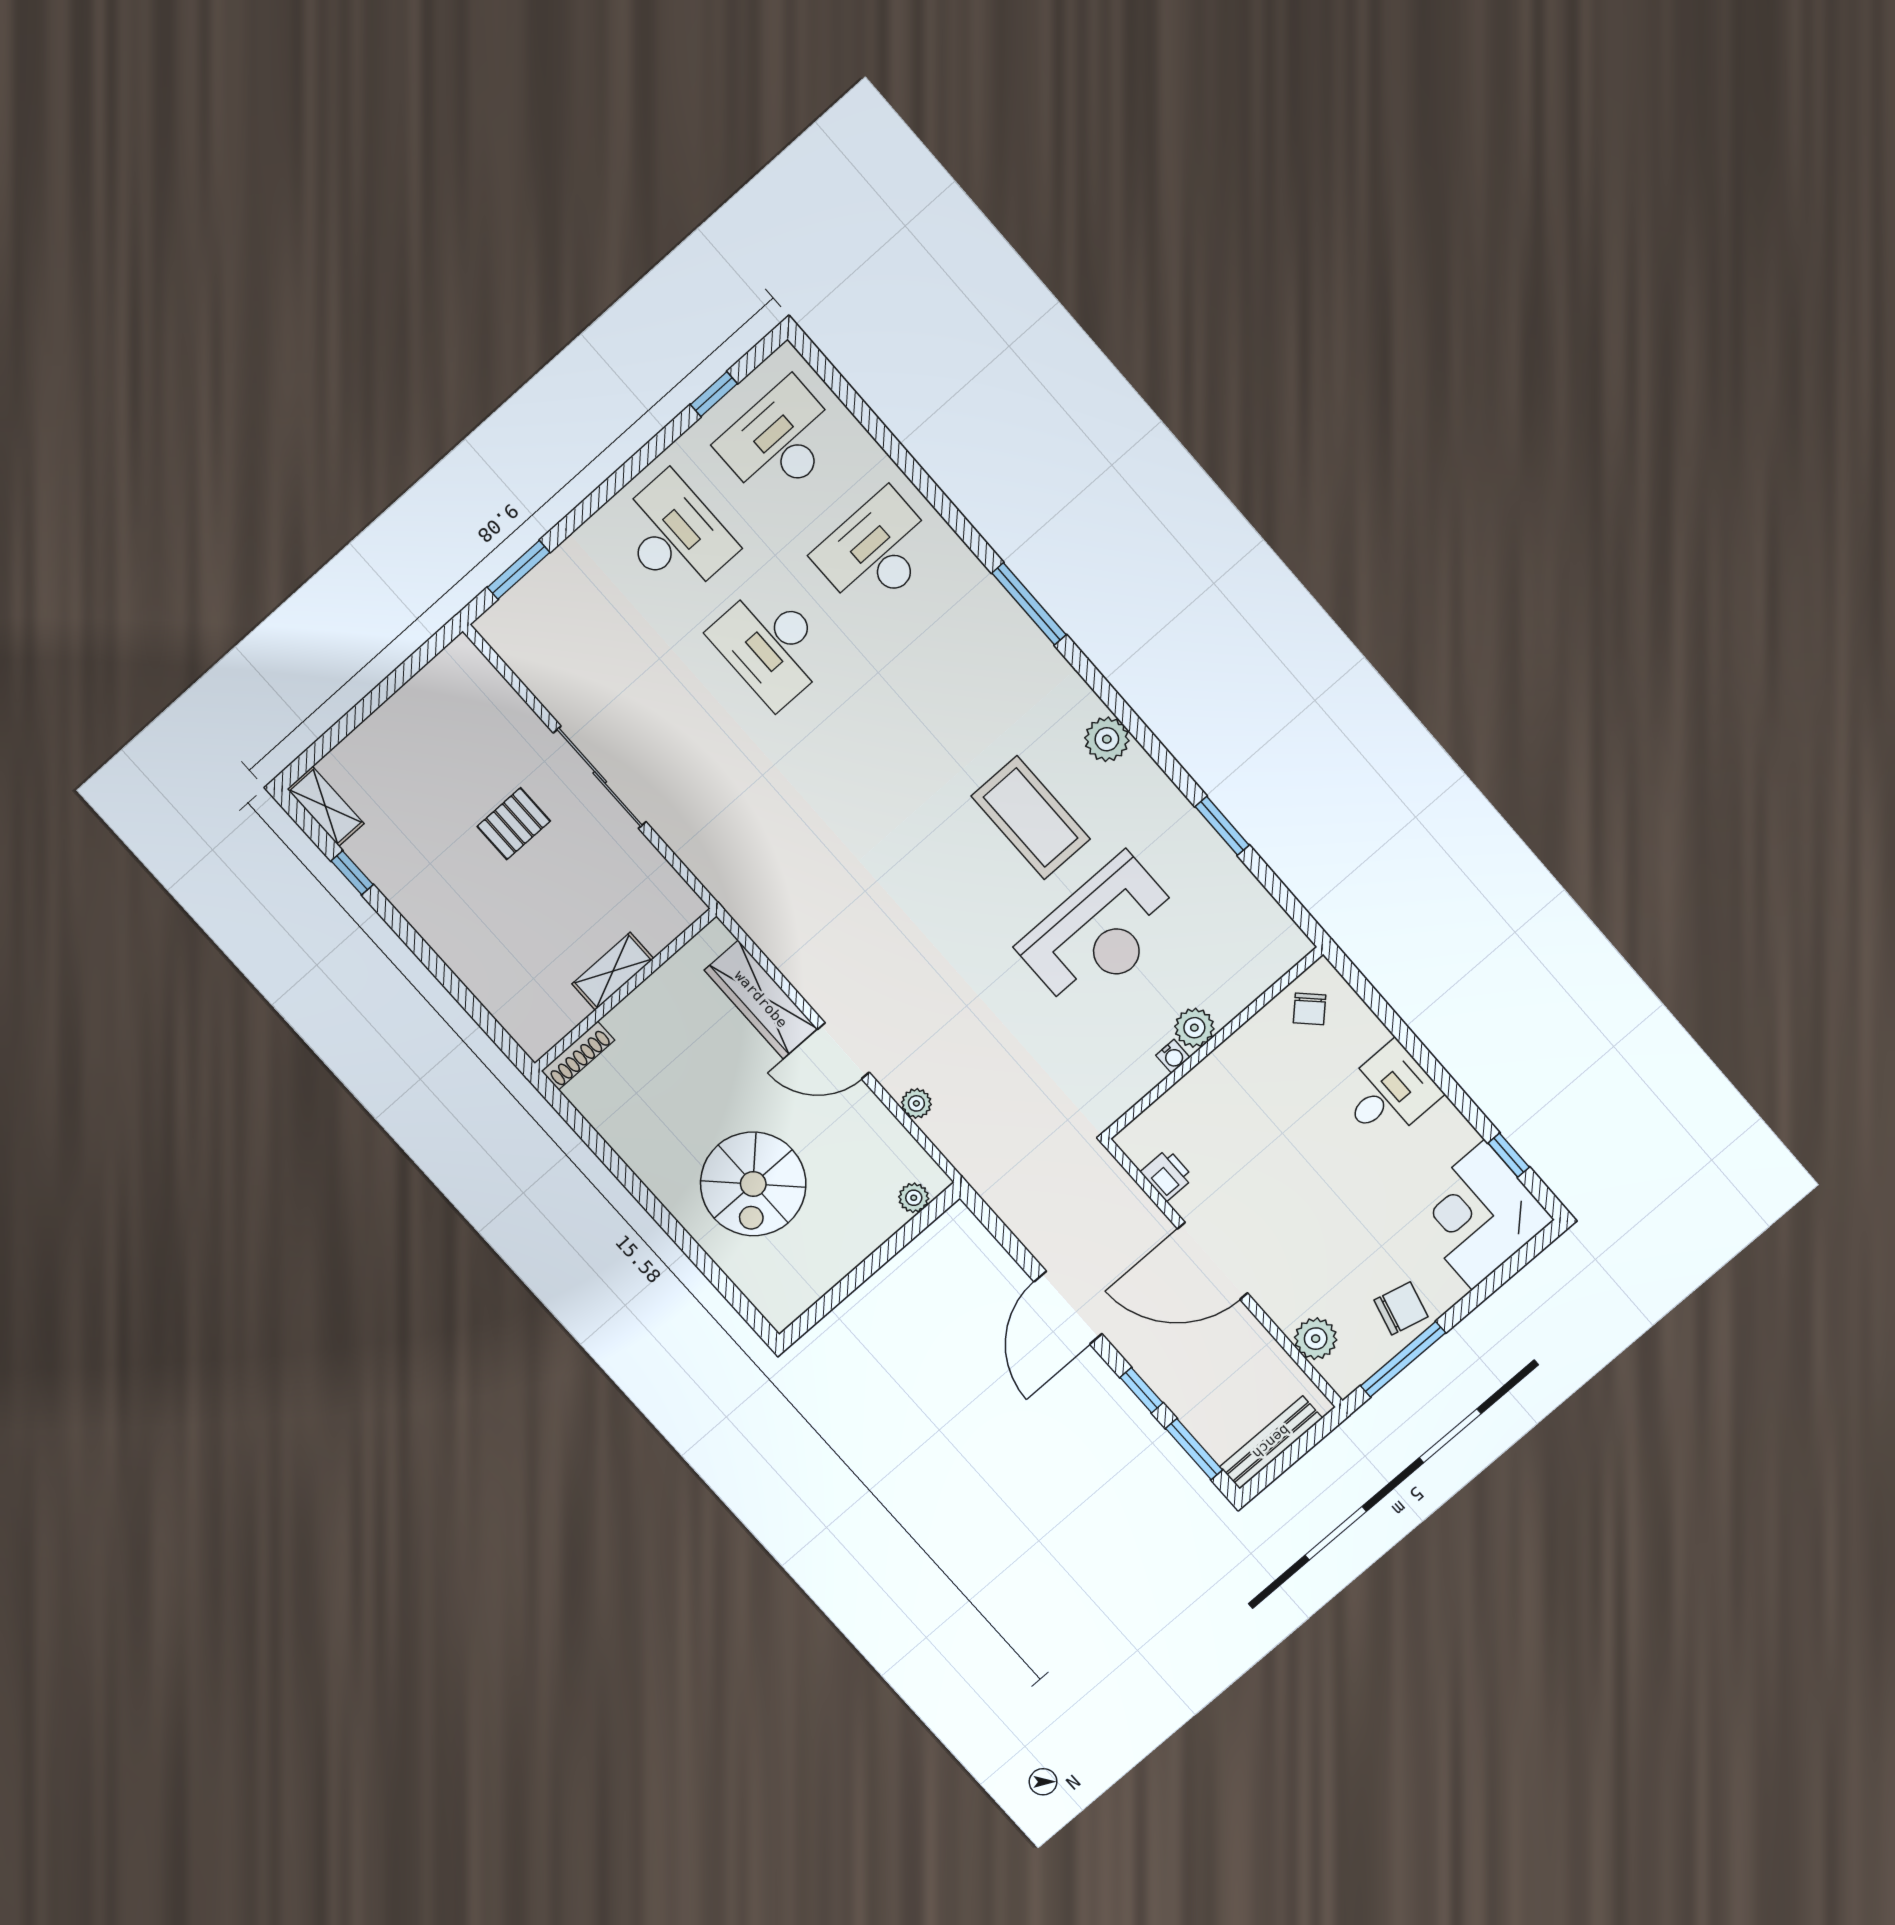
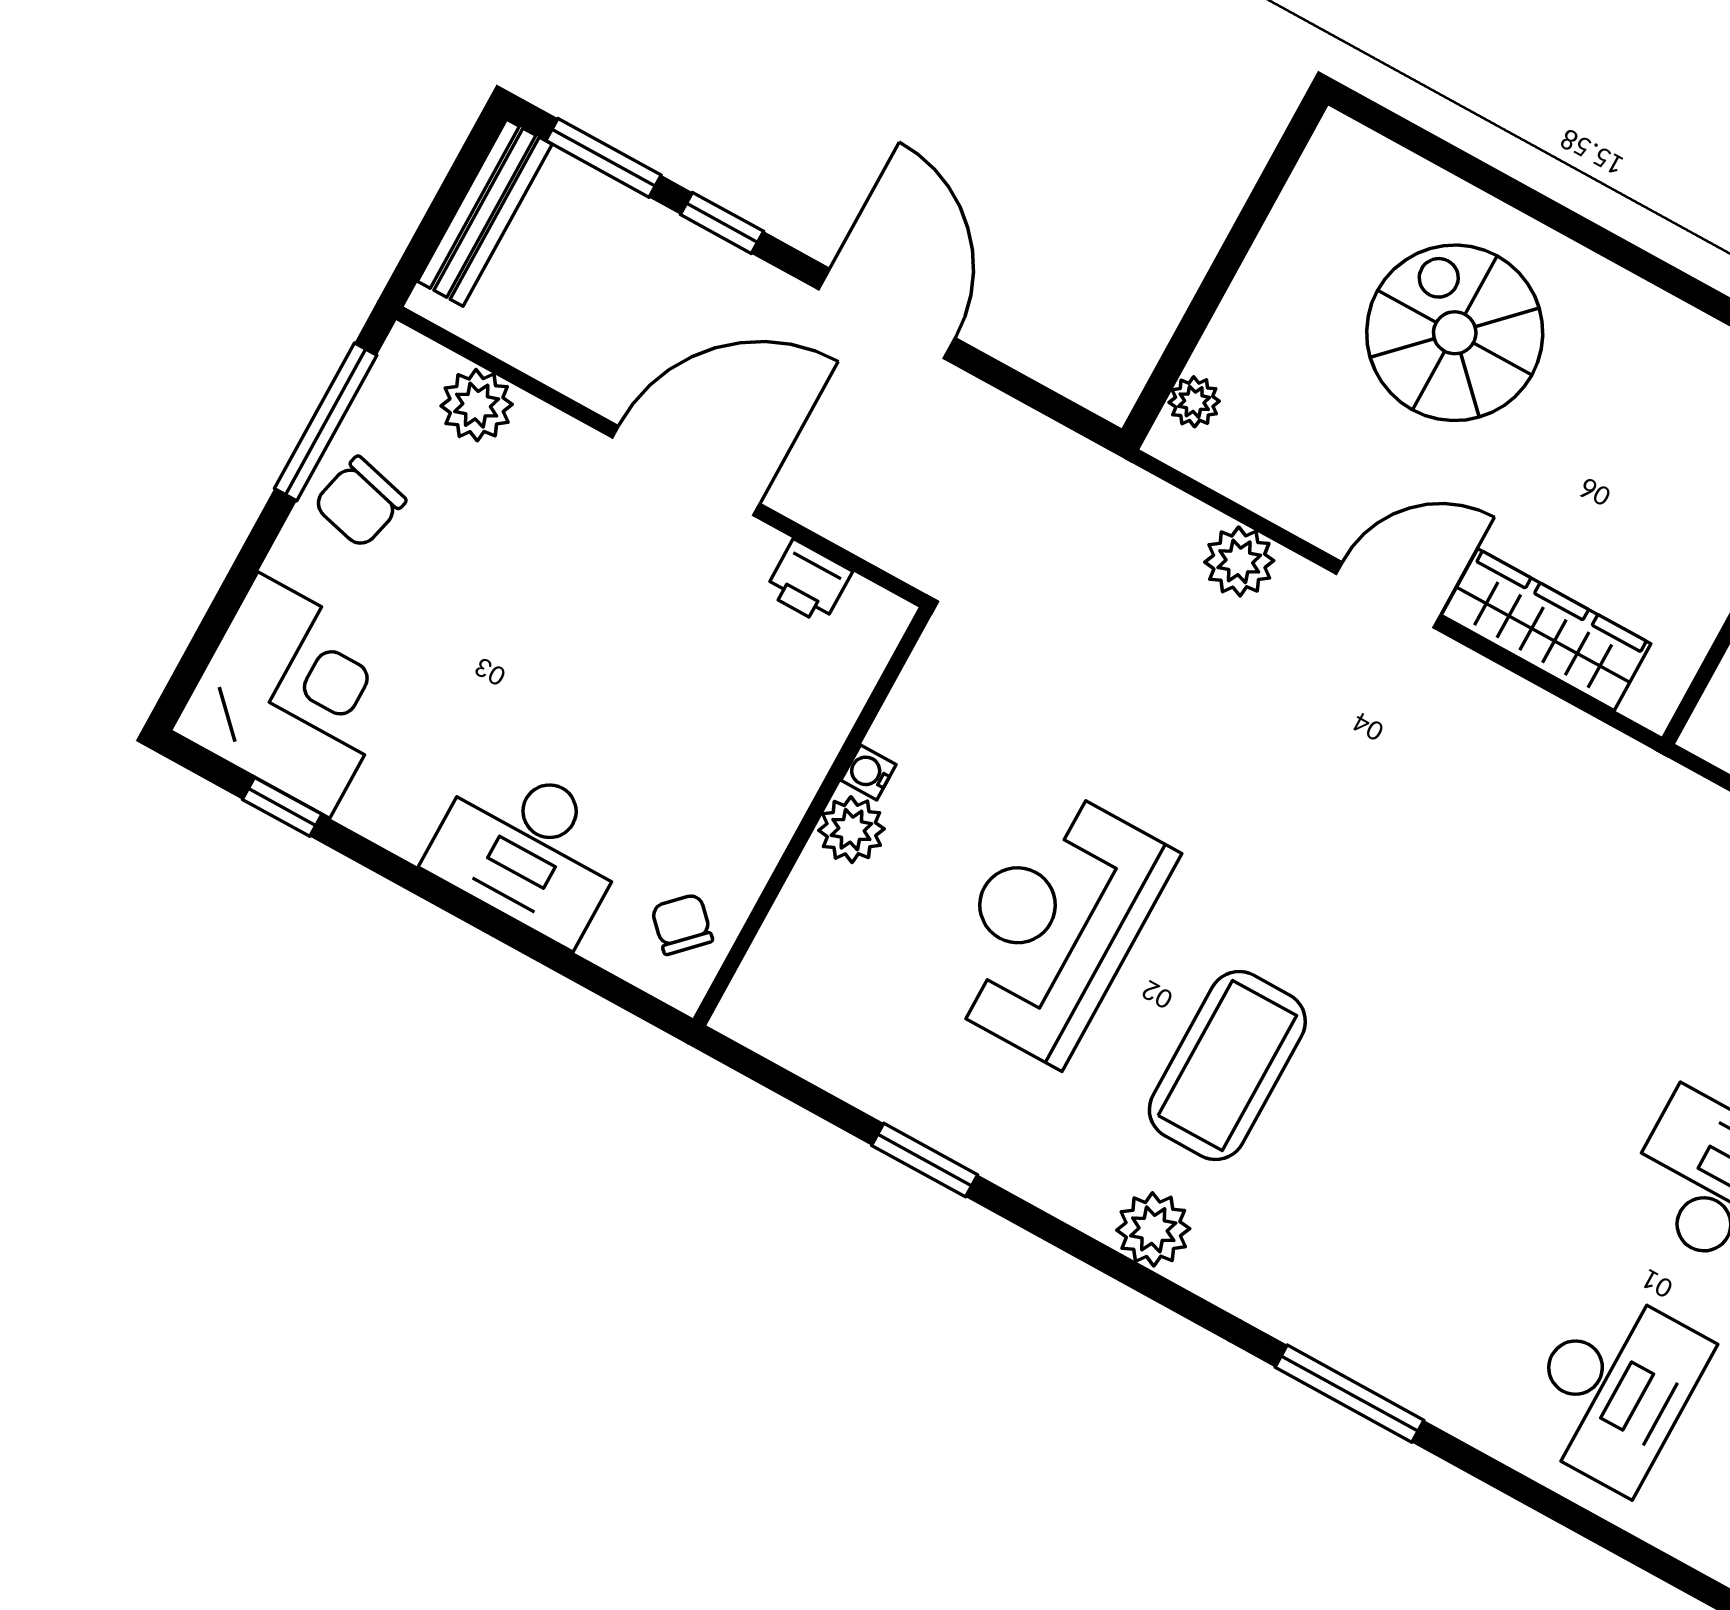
coffee table: (1031, 818) -> (1227, 1065), turned 90
desk: (1389, 1093) -> (529, 849), width x1.37
plant: (916, 1103) -> (1239, 561), width x1.38, depth x1.38

